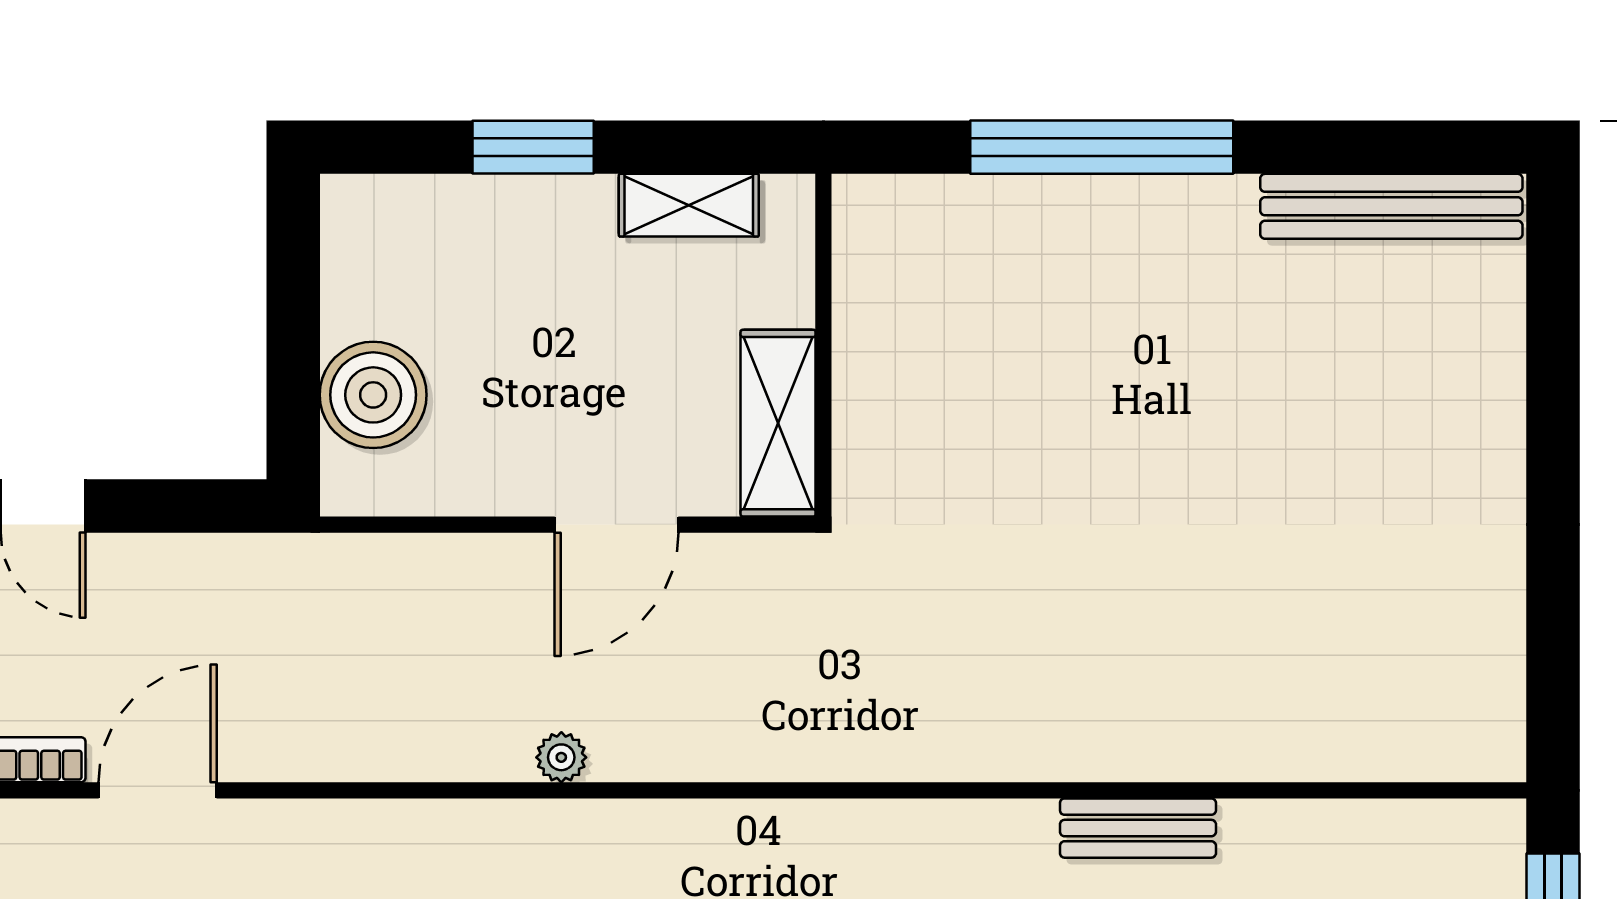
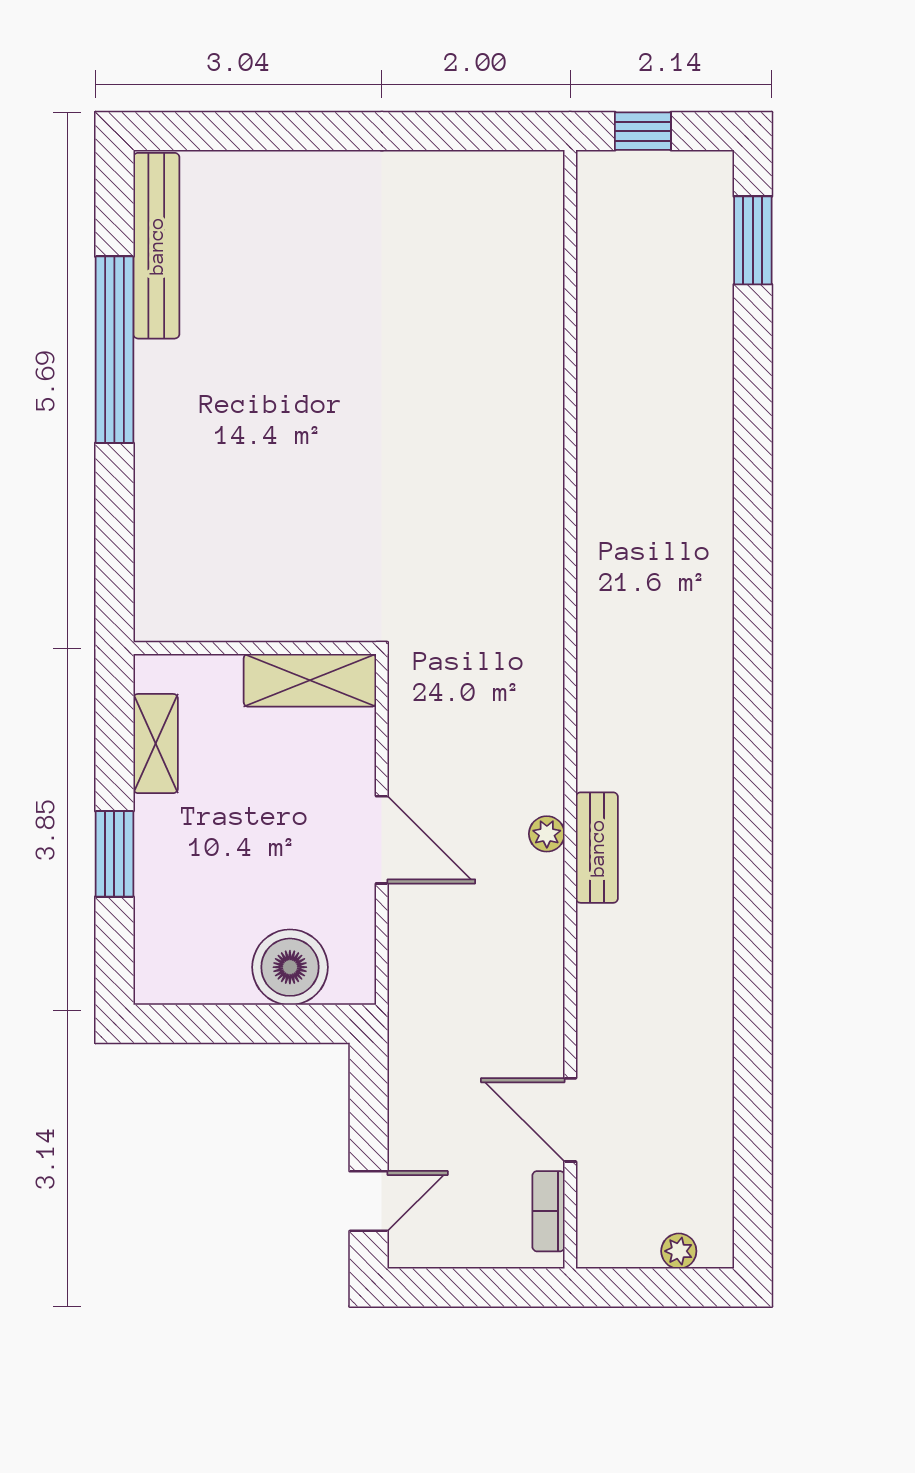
window: (1102, 147) -> (114, 350), moved
door: (616, 525) -> (382, 840), moved
bench: (1138, 828) -> (597, 848), moved

